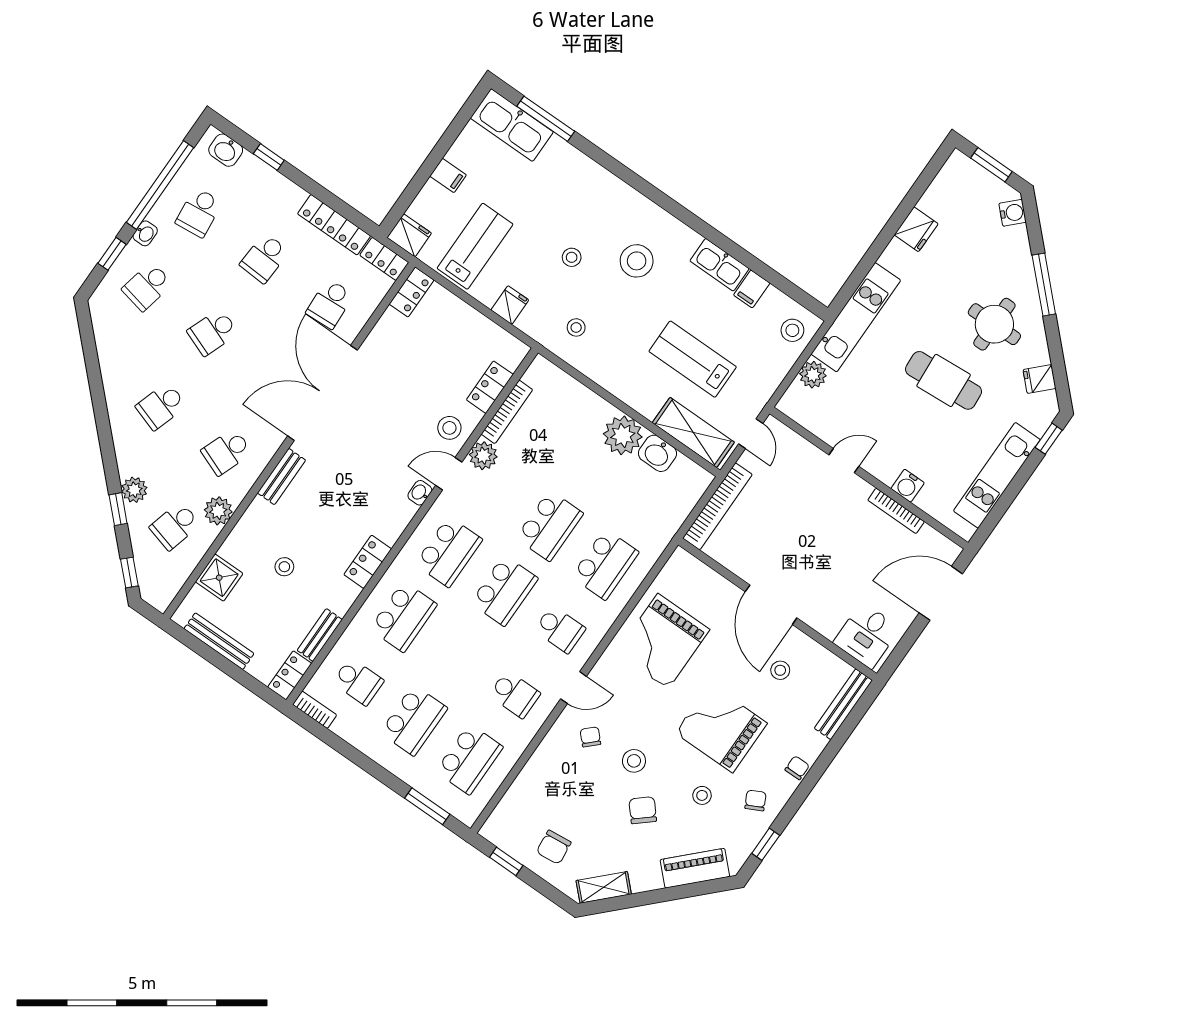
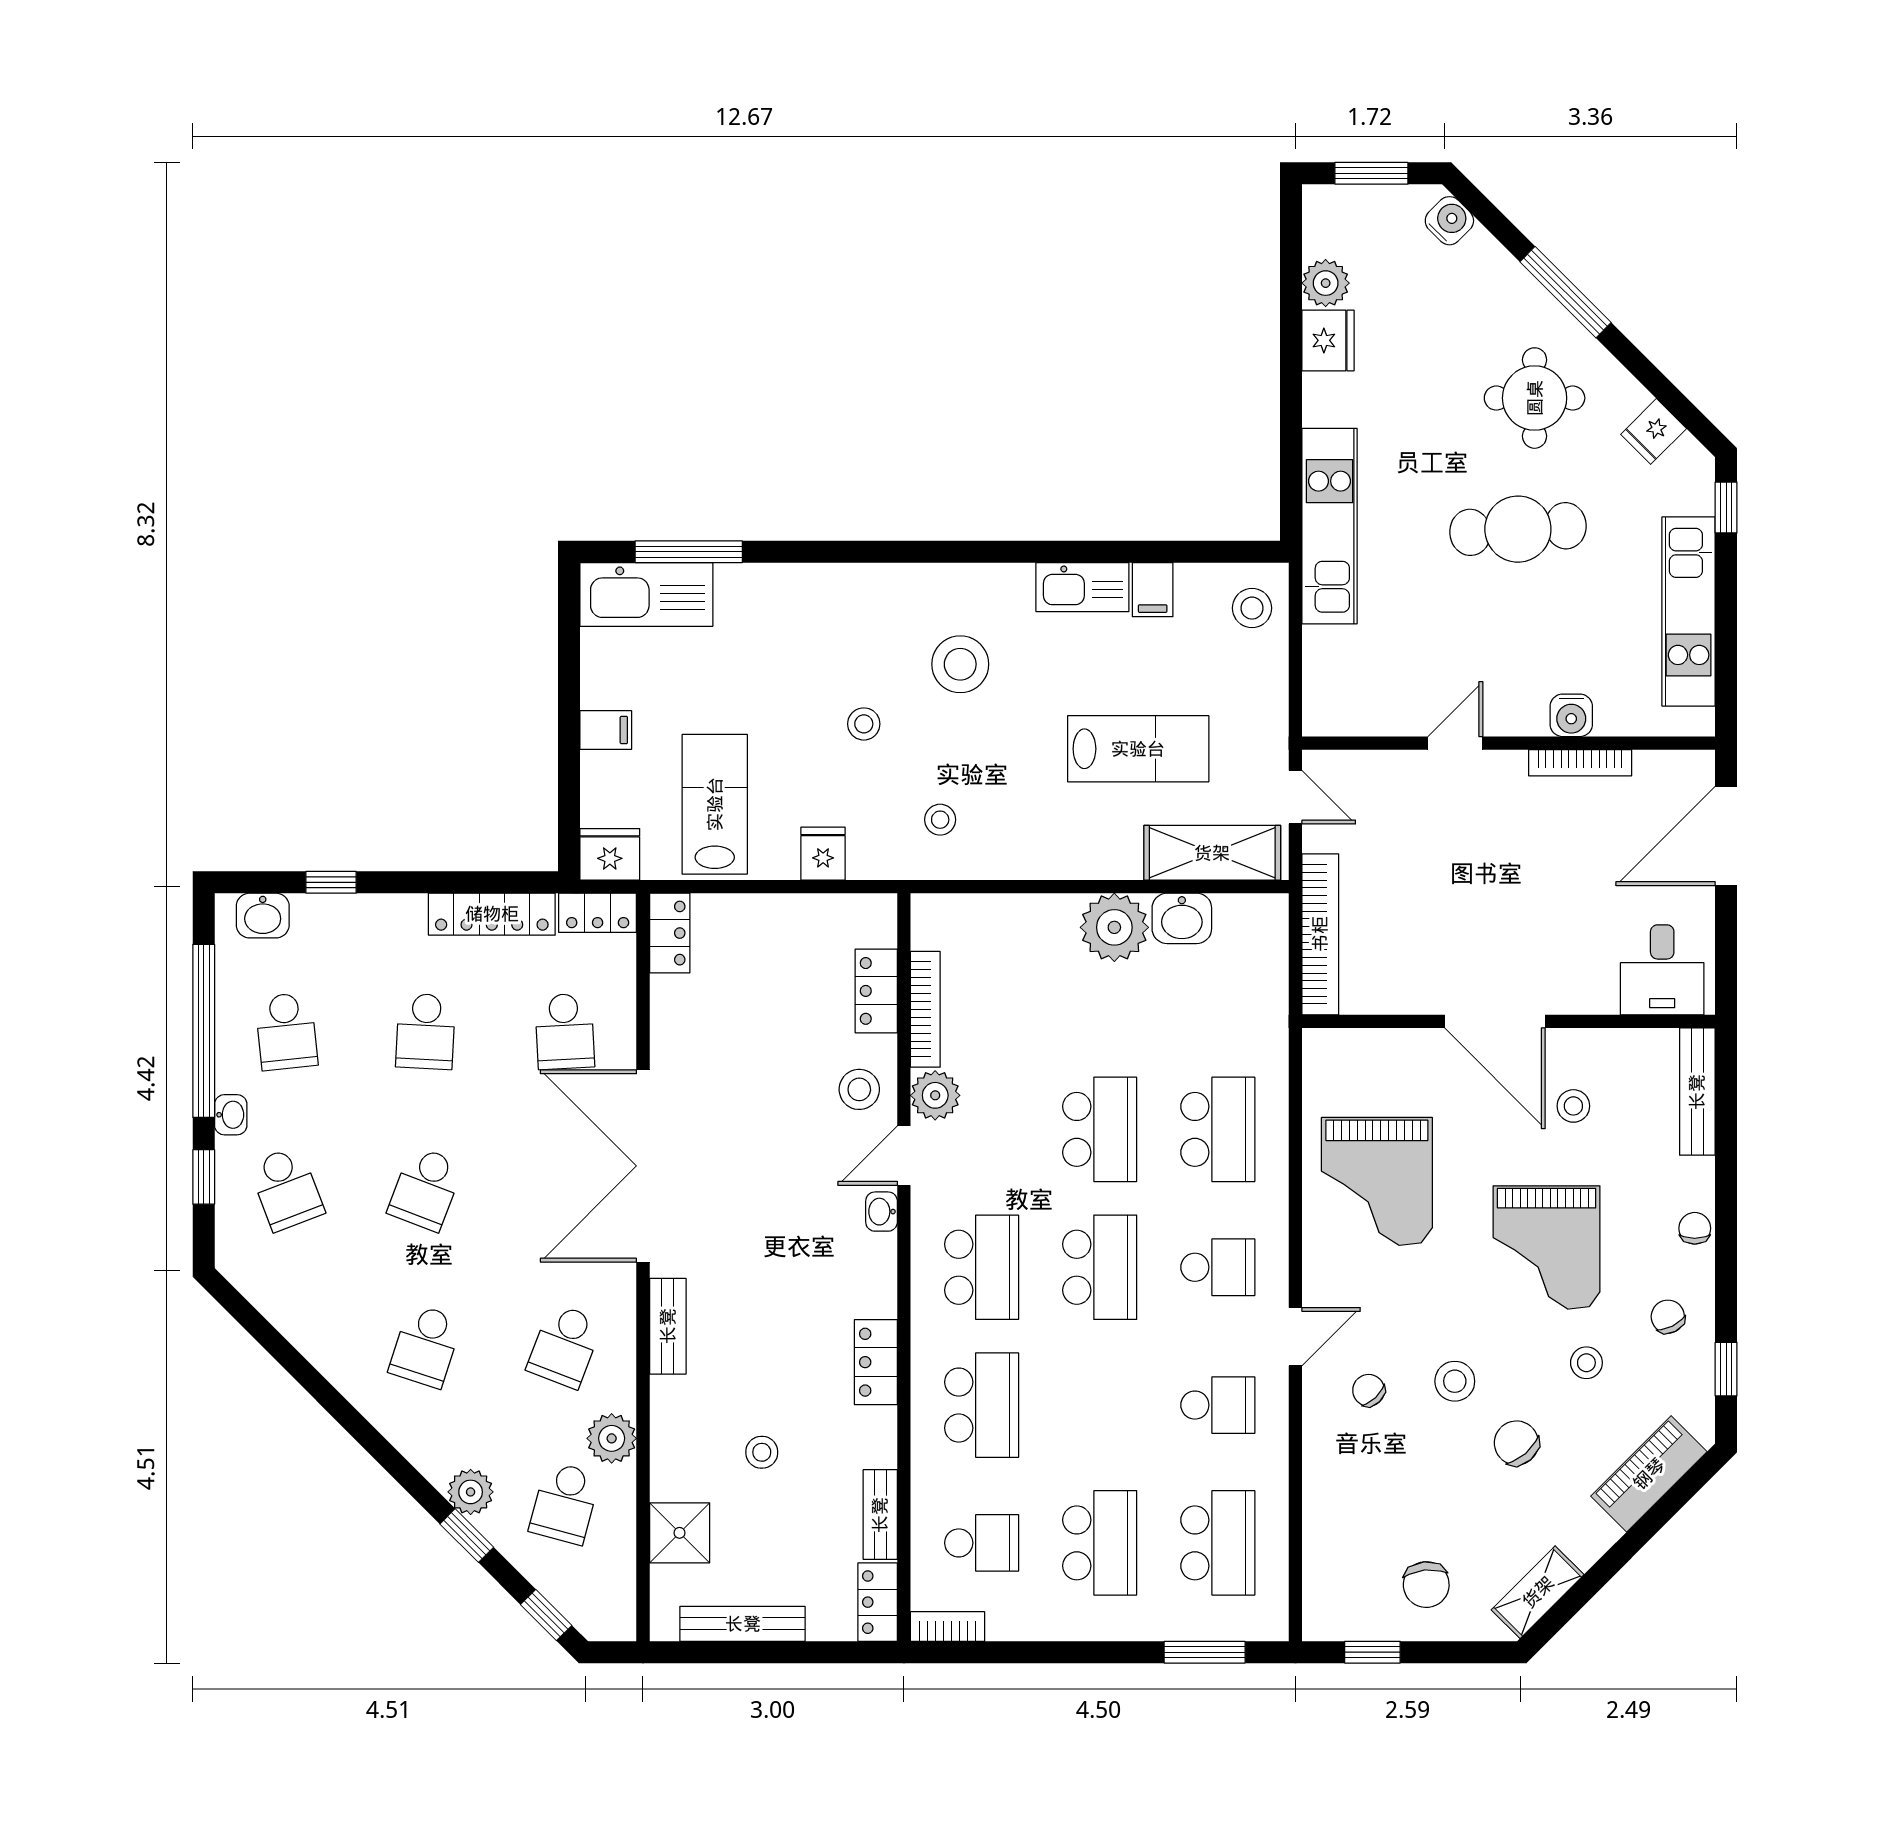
school desk: (147, 286) -> (286, 1189), turned -33
lab bench: (693, 359) -> (1138, 749), turned 180
plant: (813, 375) -> (1326, 283), moved
grand piano: (721, 728) -> (1547, 1247), turned -90

